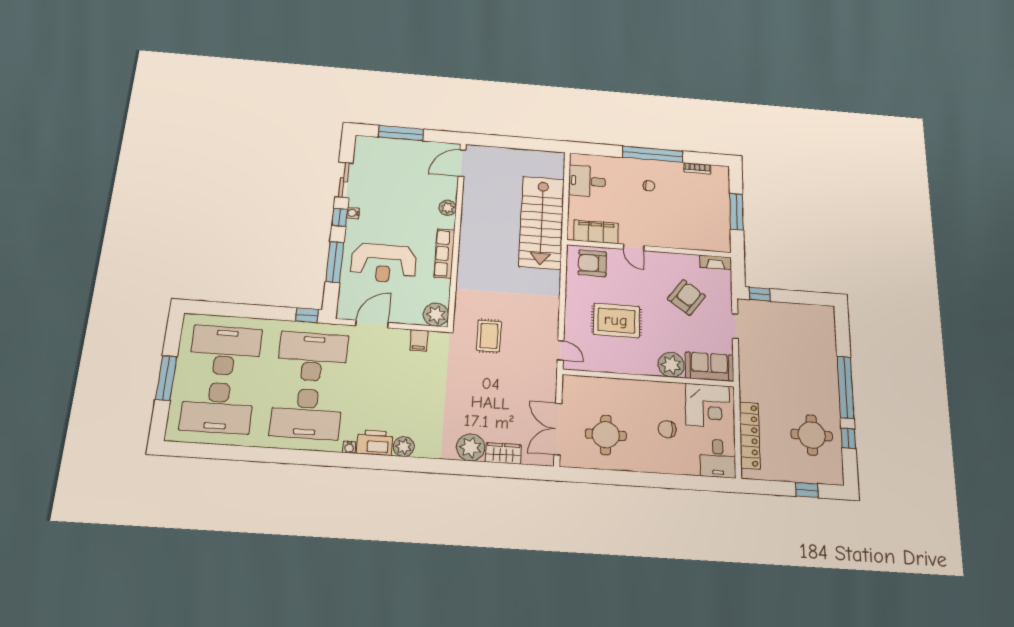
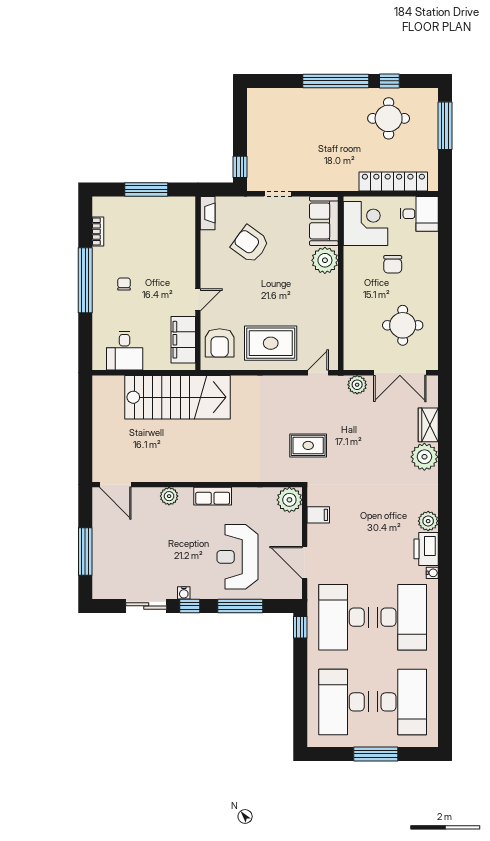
row of seats: (444, 253) -> (213, 496), width x0.68
reception desk: (384, 263) -> (237, 557), turned 180
rug: (616, 320) -> (271, 343), moved, turned 90
plant: (547, 386) -> (357, 385), added
window: (807, 490) -> (445, 126), width x2.17

